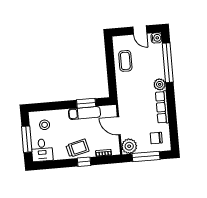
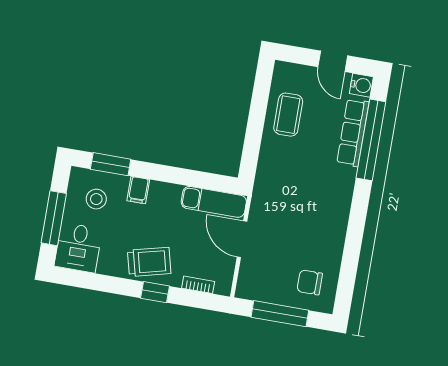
plant: (160, 84) -> (344, 178), removed
window: (86, 103) -> (111, 164), moved
row of seats: (162, 107) -> (353, 133), moved
exam couch: (84, 113) -> (214, 202), moved
filing cabinet: (63, 115) -> (138, 190), added
plant: (129, 146) -> (252, 285), removed

